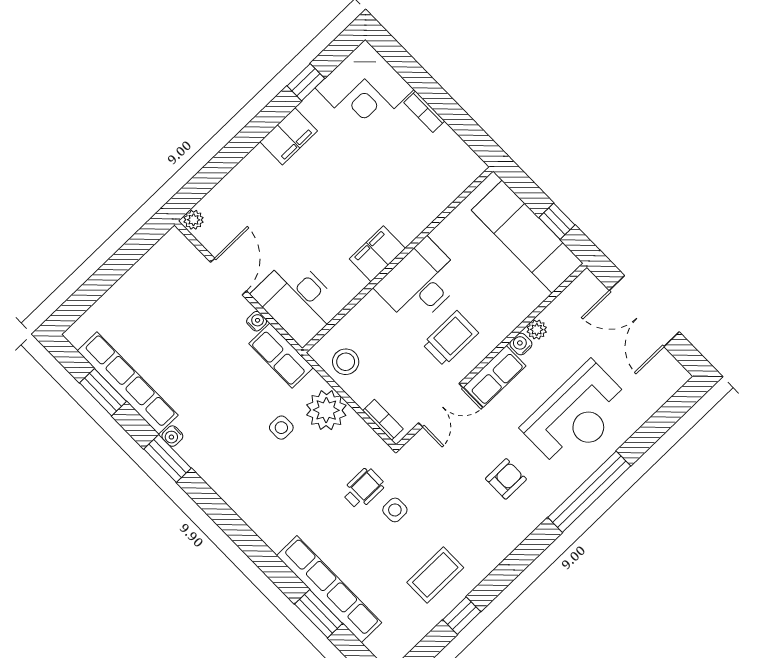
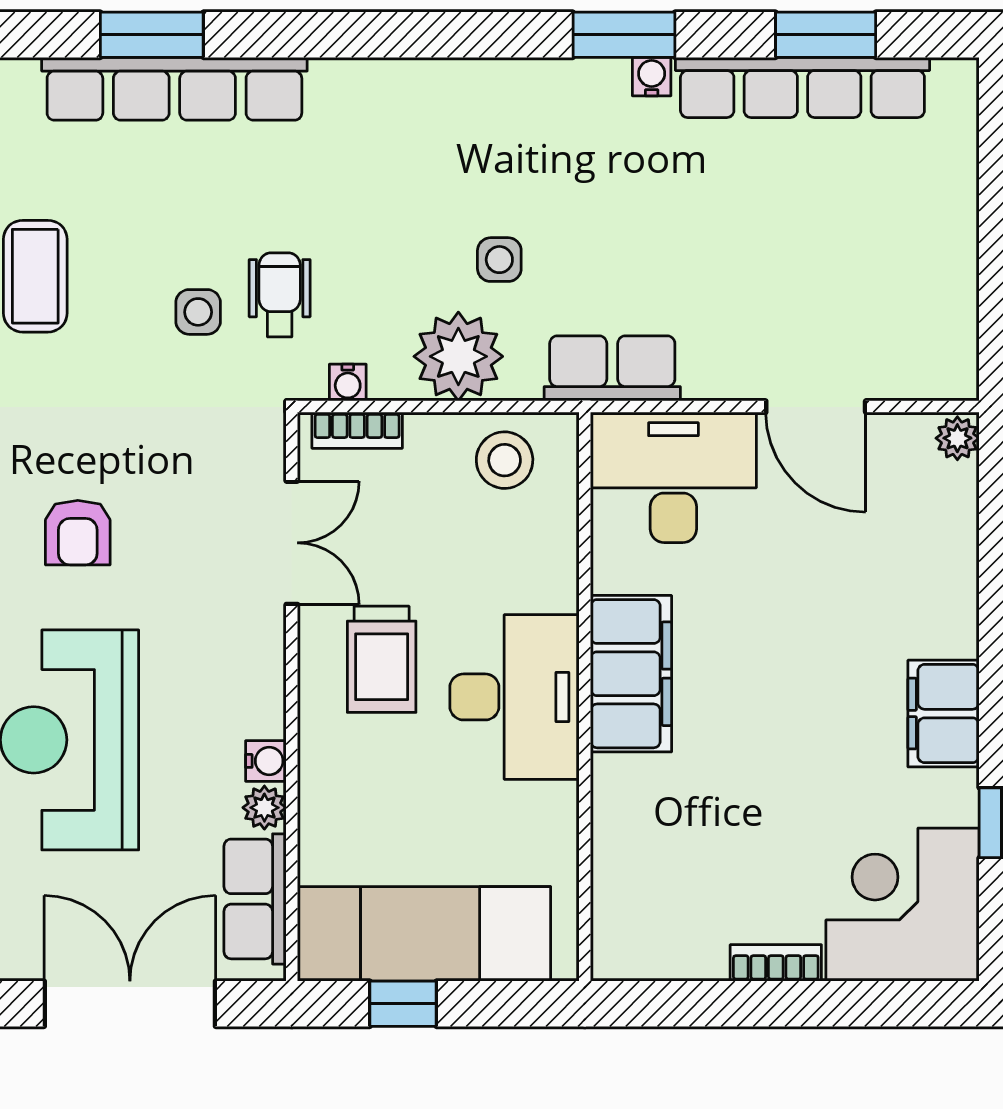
filing cabinet: (377, 254) -> (631, 674), width x1.50, depth x1.17
water cooler: (257, 321) -> (348, 383), moved
row of seats: (495, 376) -> (255, 899), moved
double door: (441, 405) -> (292, 543), swing flipped
wheelchair: (363, 489) -> (280, 295), turned 180

